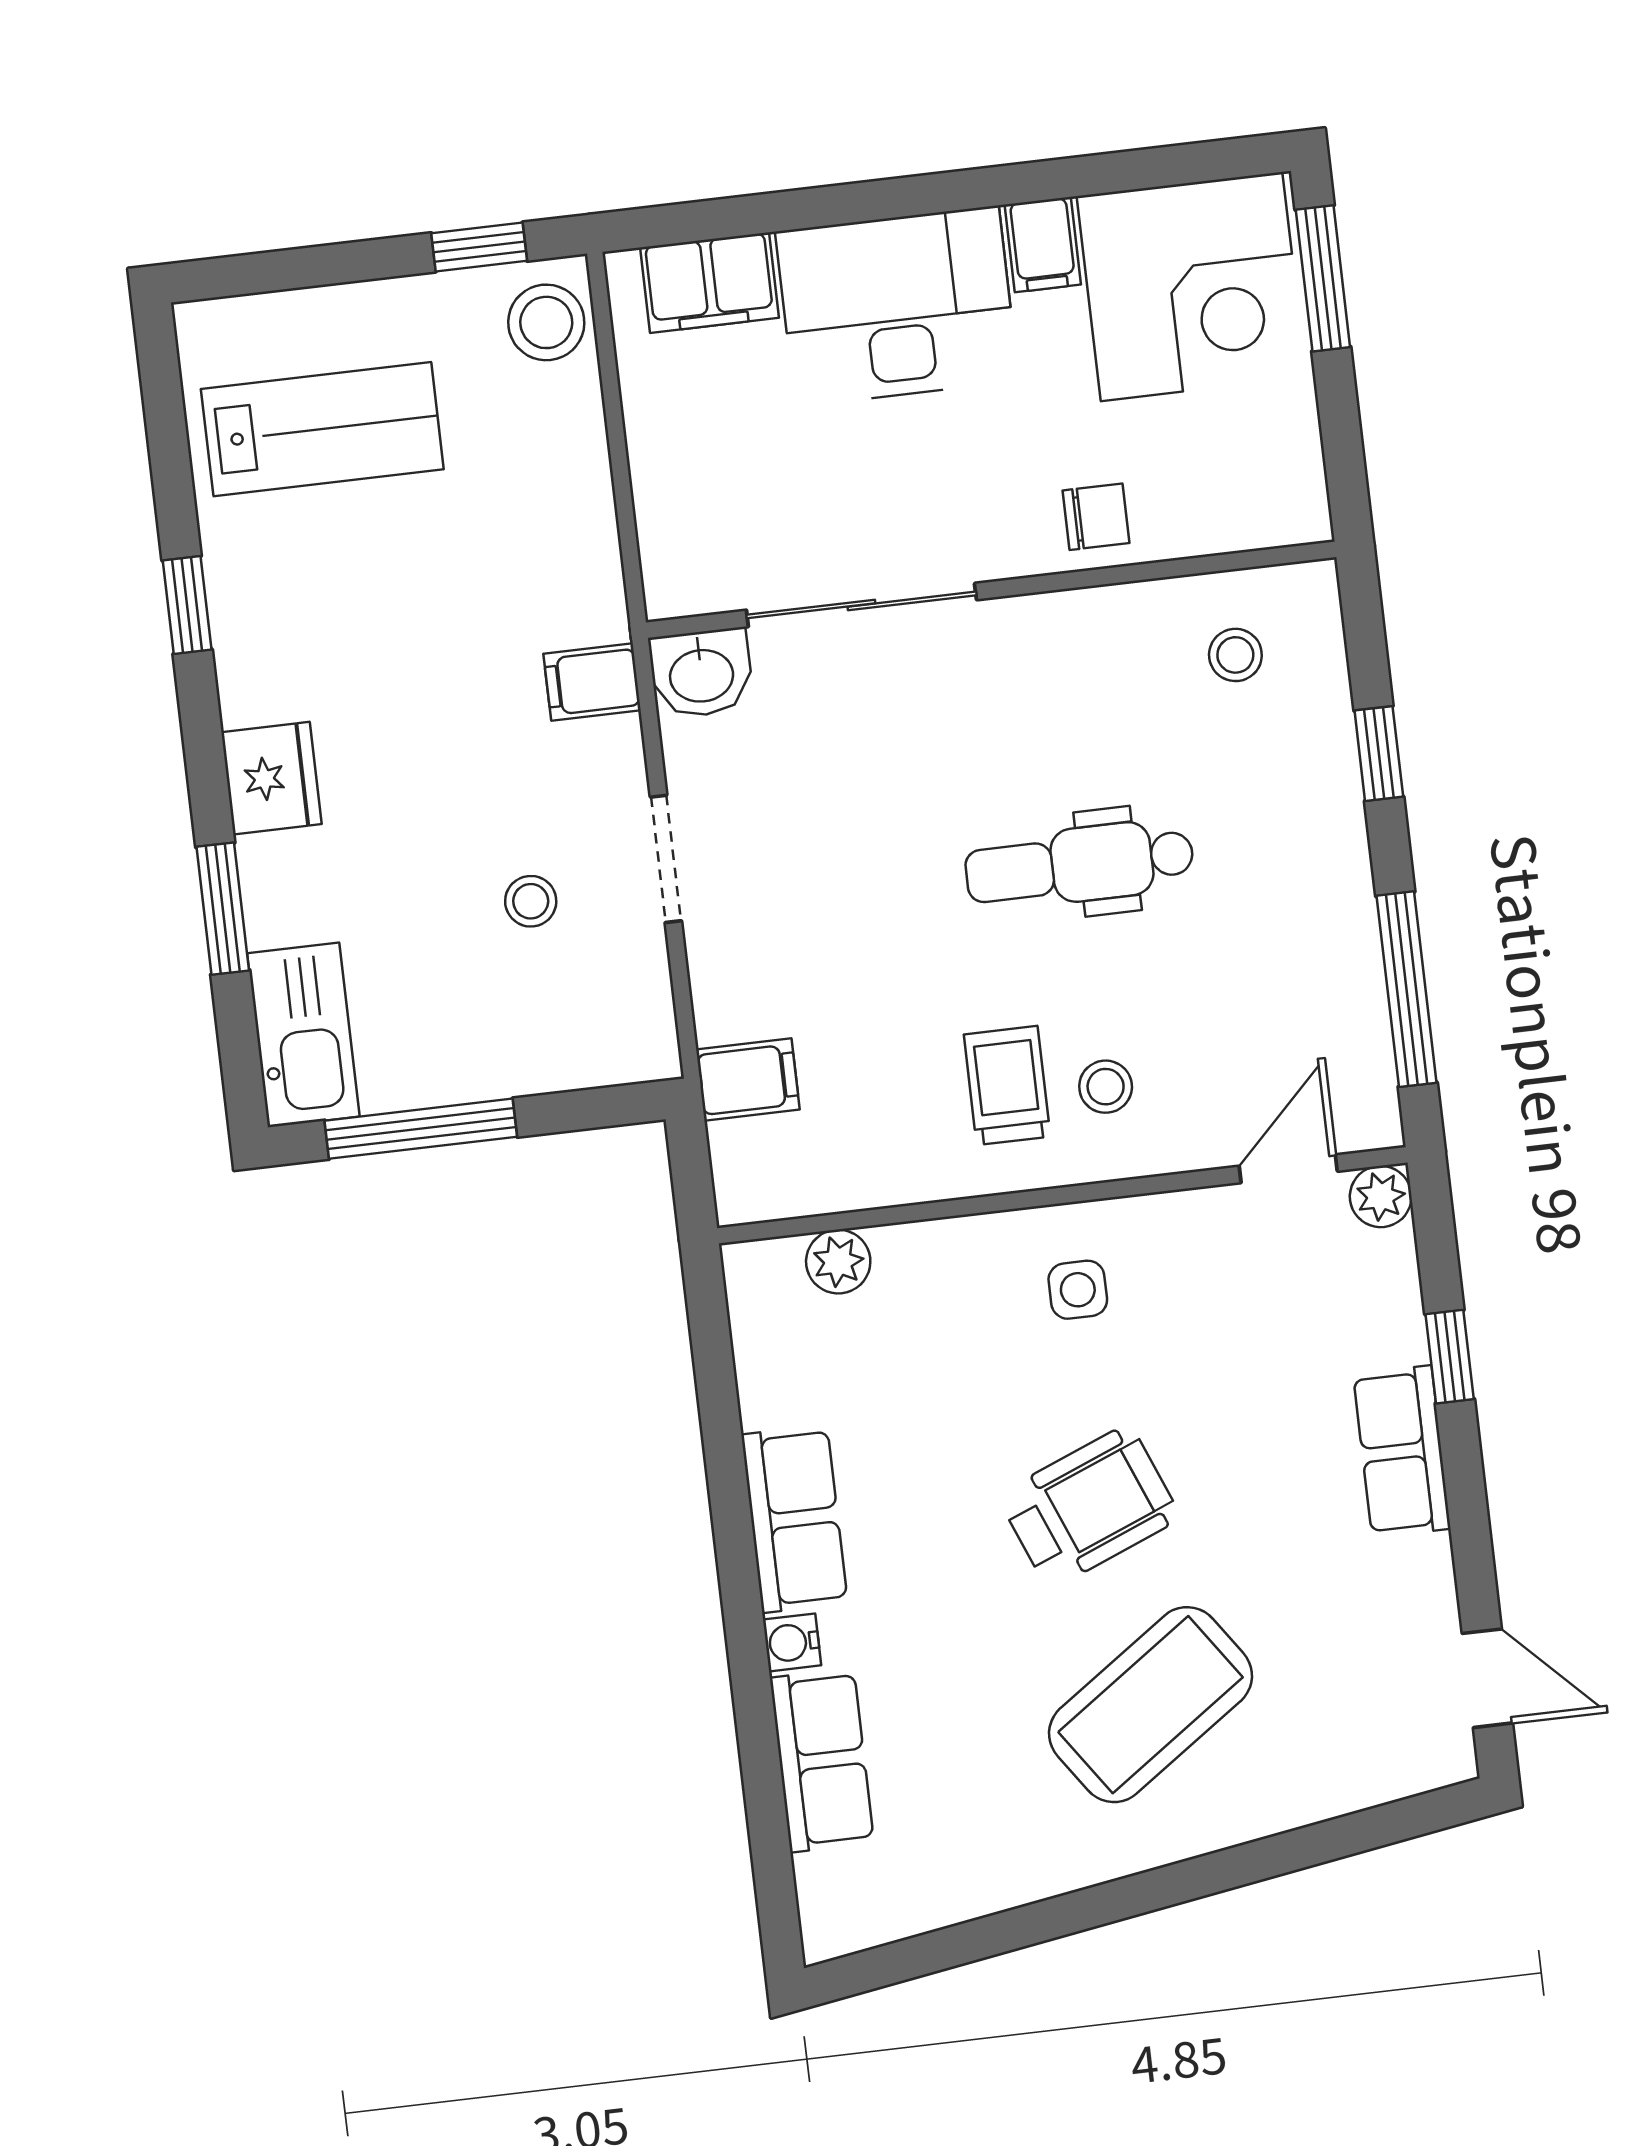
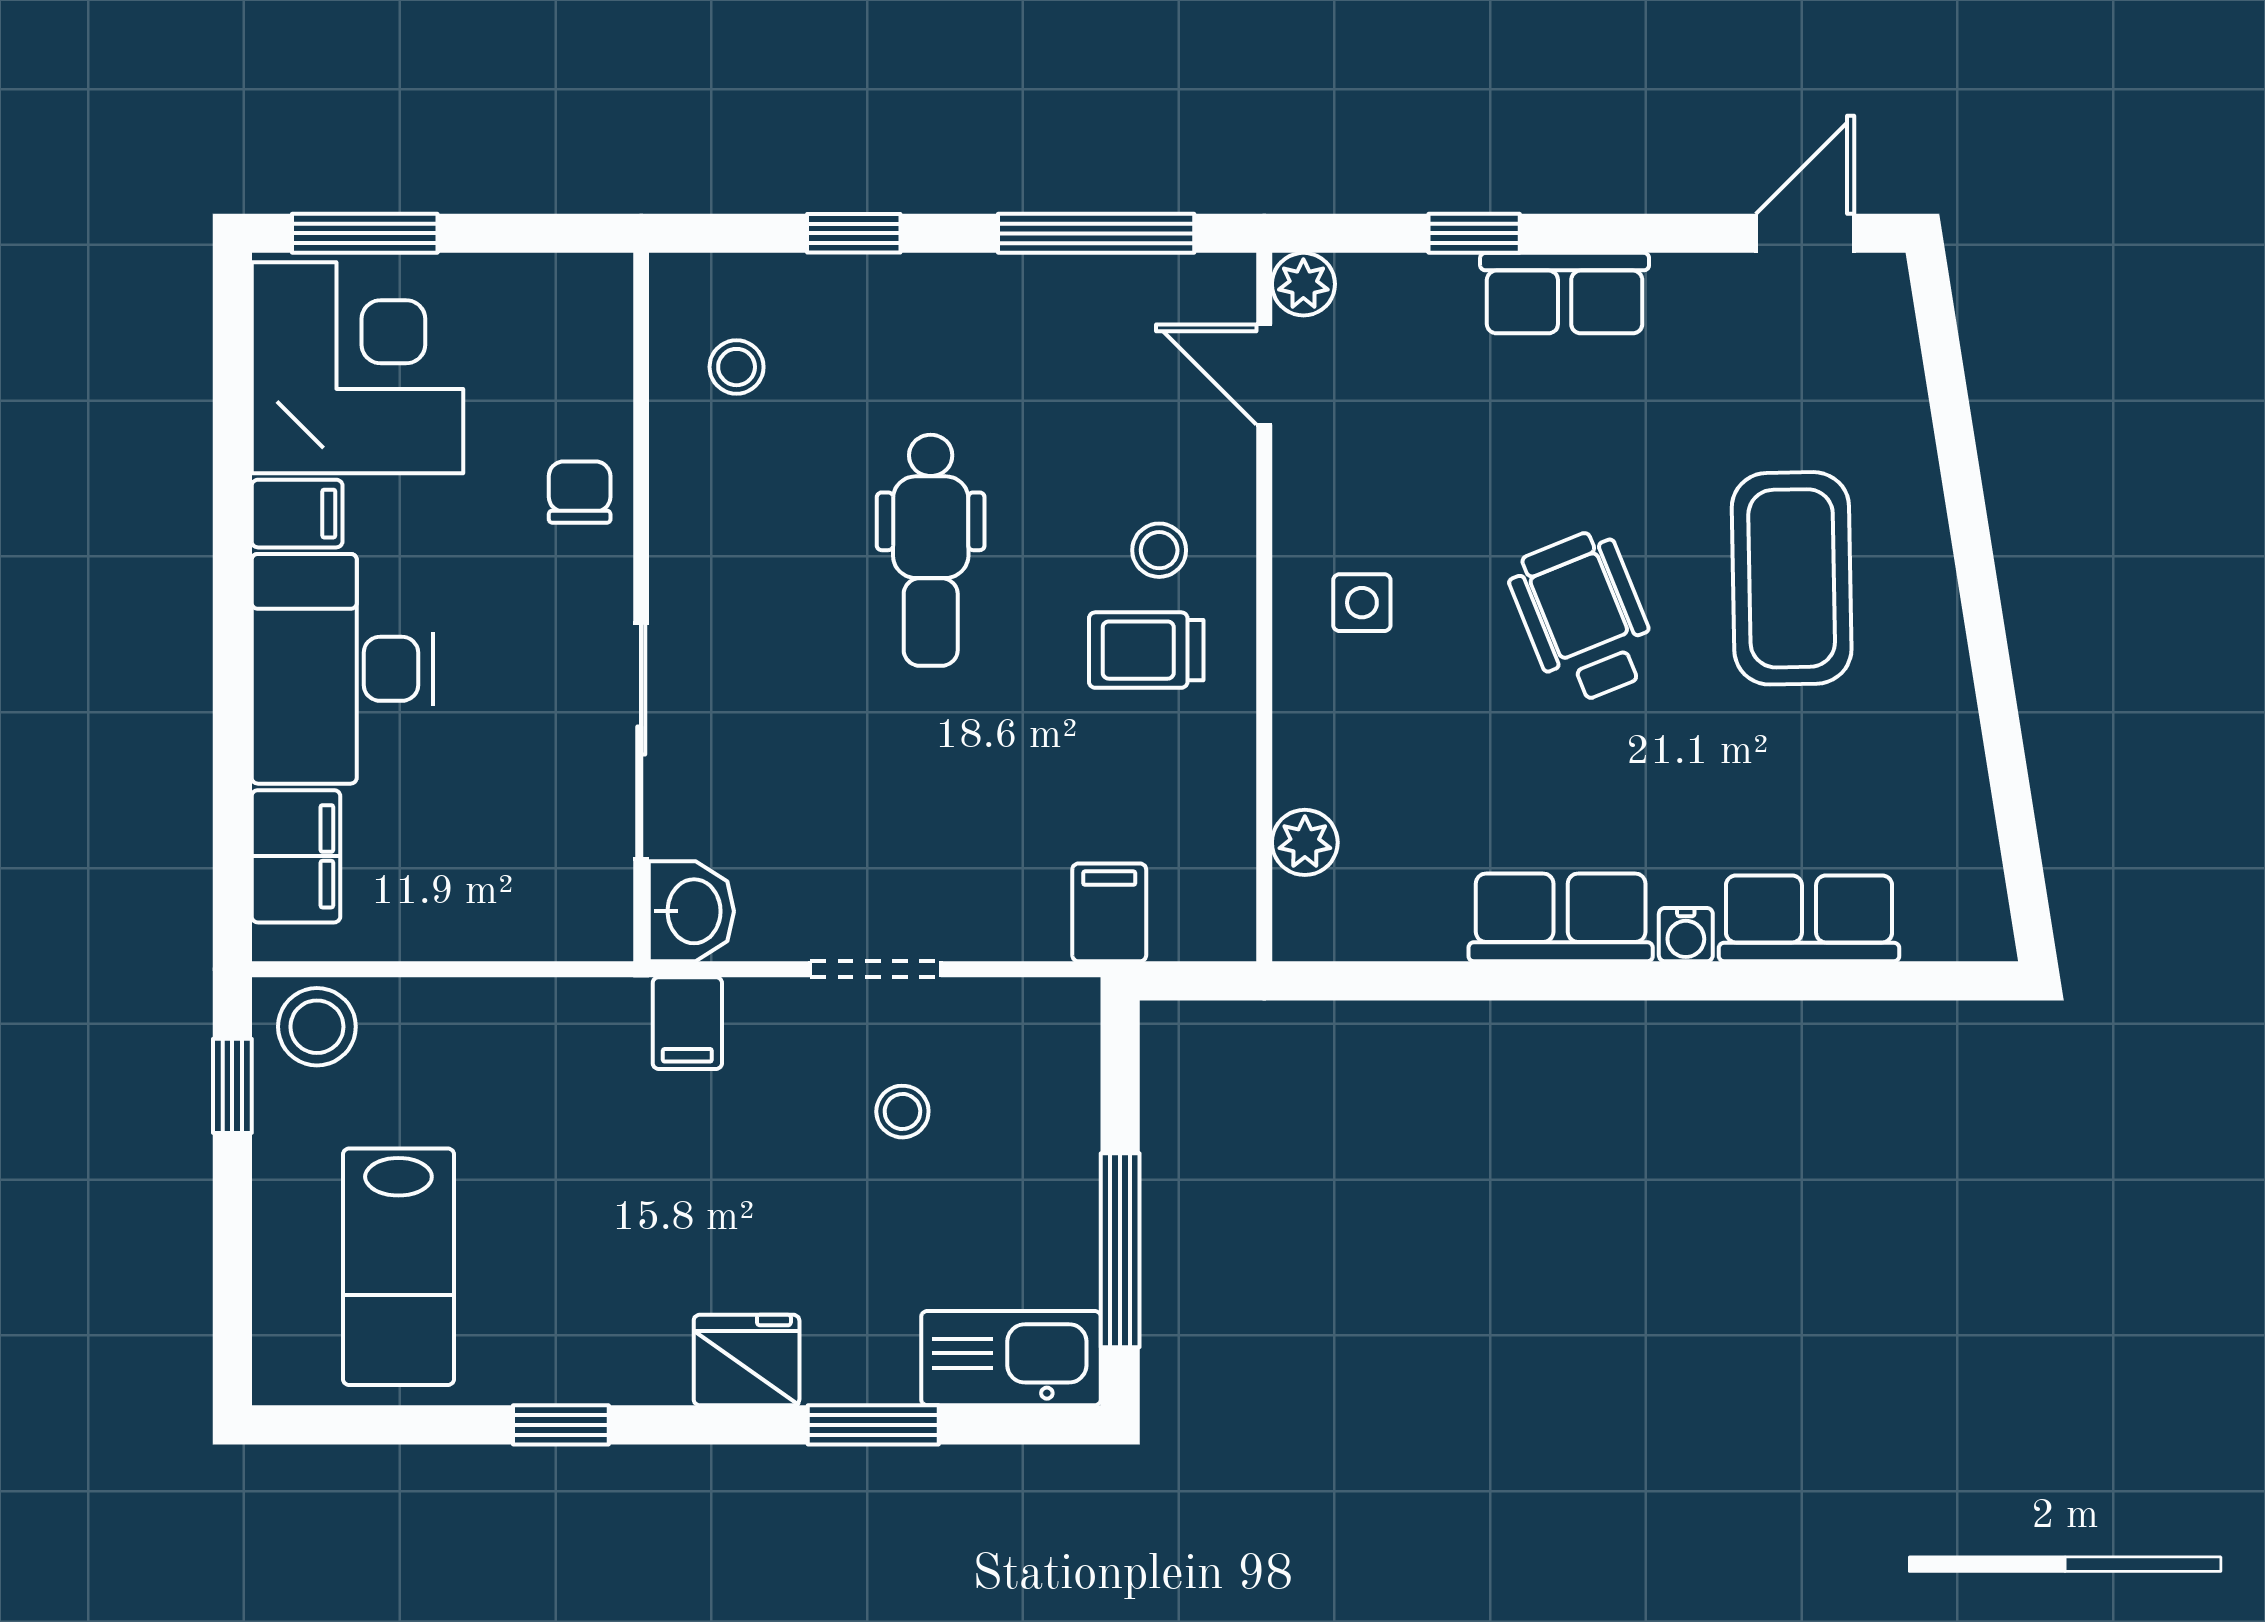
lab bench: (322, 429) -> (398, 1267), turned 180
coffee table: (1151, 1705) -> (1792, 578), turned 34

